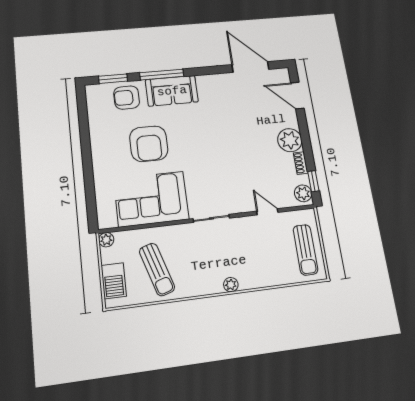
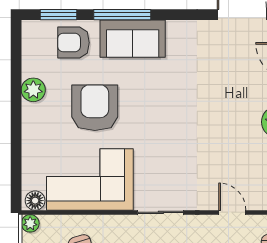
plant: (99, 135) -> (33, 90), added
armchair: (149, 144) -> (95, 108), turned 180
floor lamp: (109, 221) -> (35, 201), added

